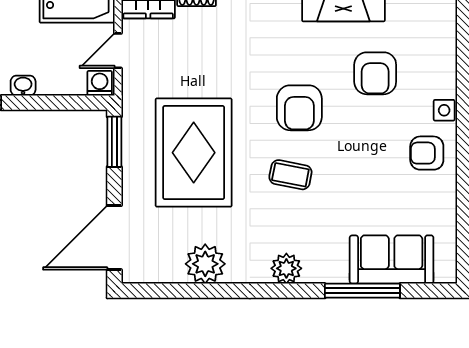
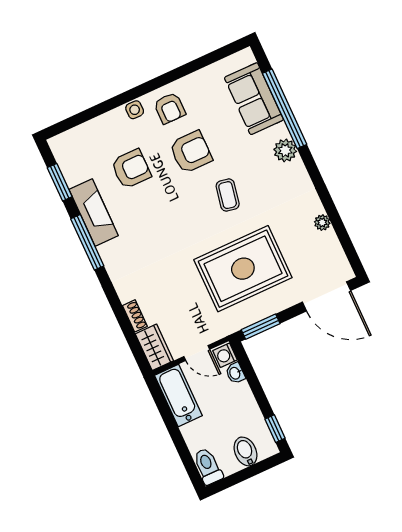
washbasin: (23, 86) -> (235, 373), moved
armchair: (299, 108) -> (191, 152), moved
plant: (205, 264) -> (322, 223), width x0.53, depth x0.53
plant: (286, 268) -> (285, 150), moved
window: (362, 291) -> (285, 109), width x1.46

